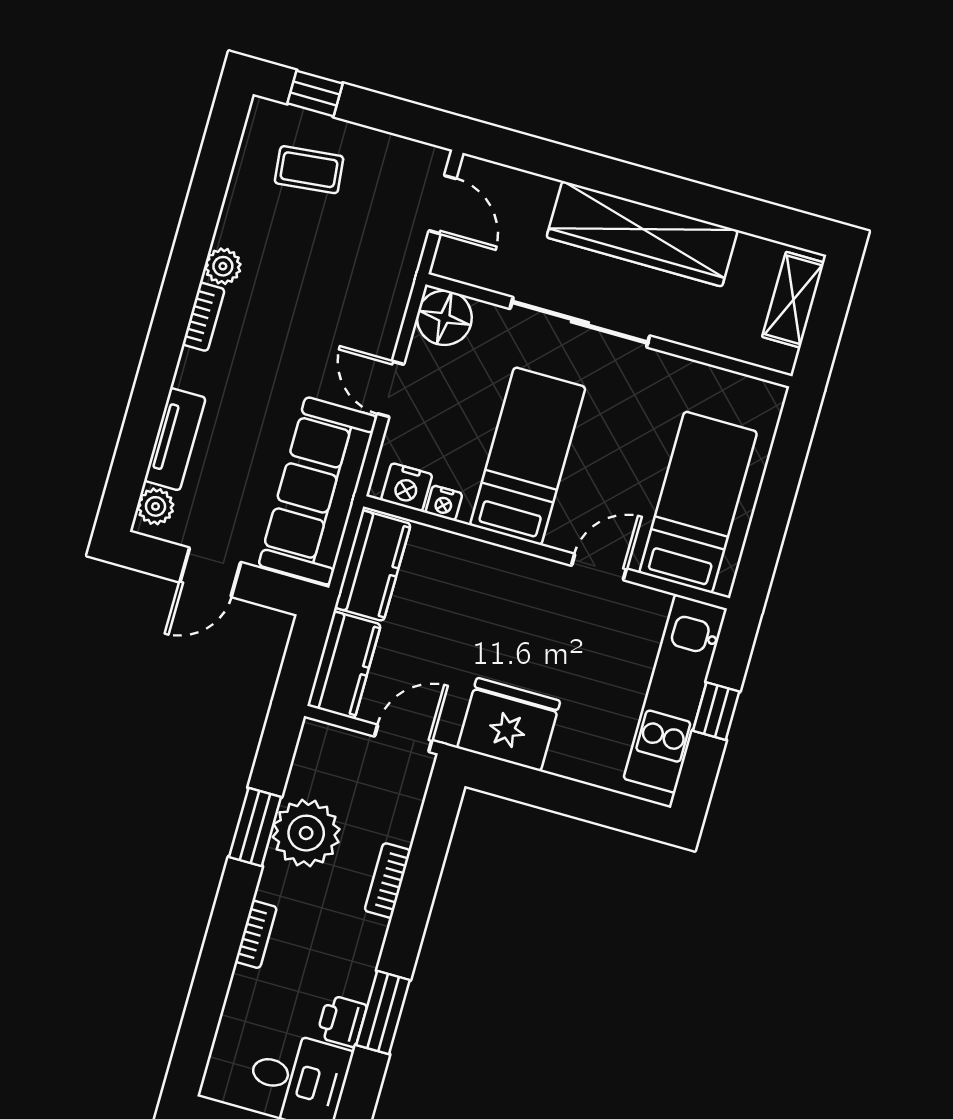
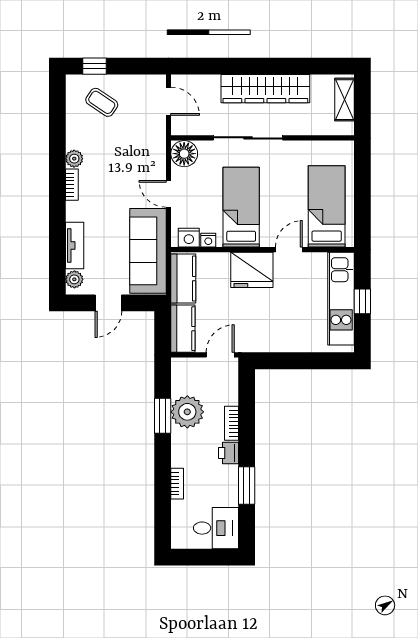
coffee table: (309, 170) -> (102, 102), turned 40
fridge: (509, 724) -> (252, 270), moved, turned 180
bookcase: (256, 934) -> (177, 484), moved
printer: (342, 1021) -> (228, 453), moved

